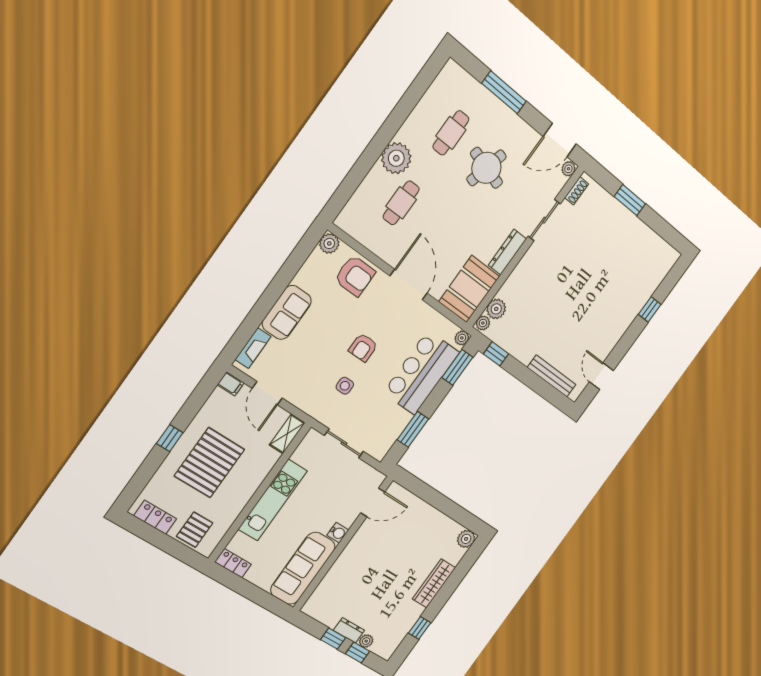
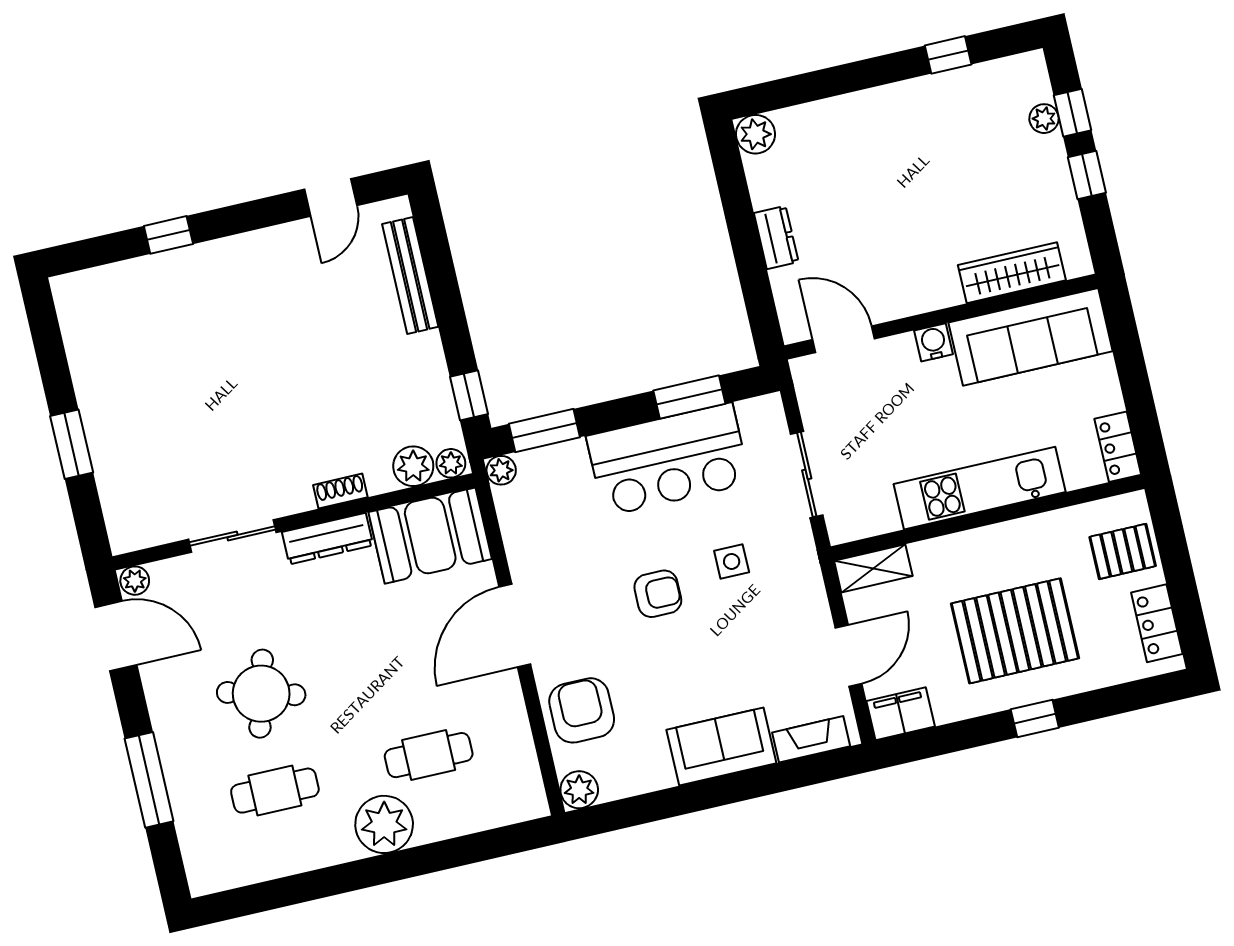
shoe rack: (577, 191) -> (340, 491), moved
bar counter: (421, 373) -> (668, 460), moved
filing cabinet: (231, 384) -> (901, 714), width x2.00
wardrobe: (434, 583) -> (1012, 273), moved, turned 180
dresser: (349, 630) -> (776, 237), moved, turned 180

